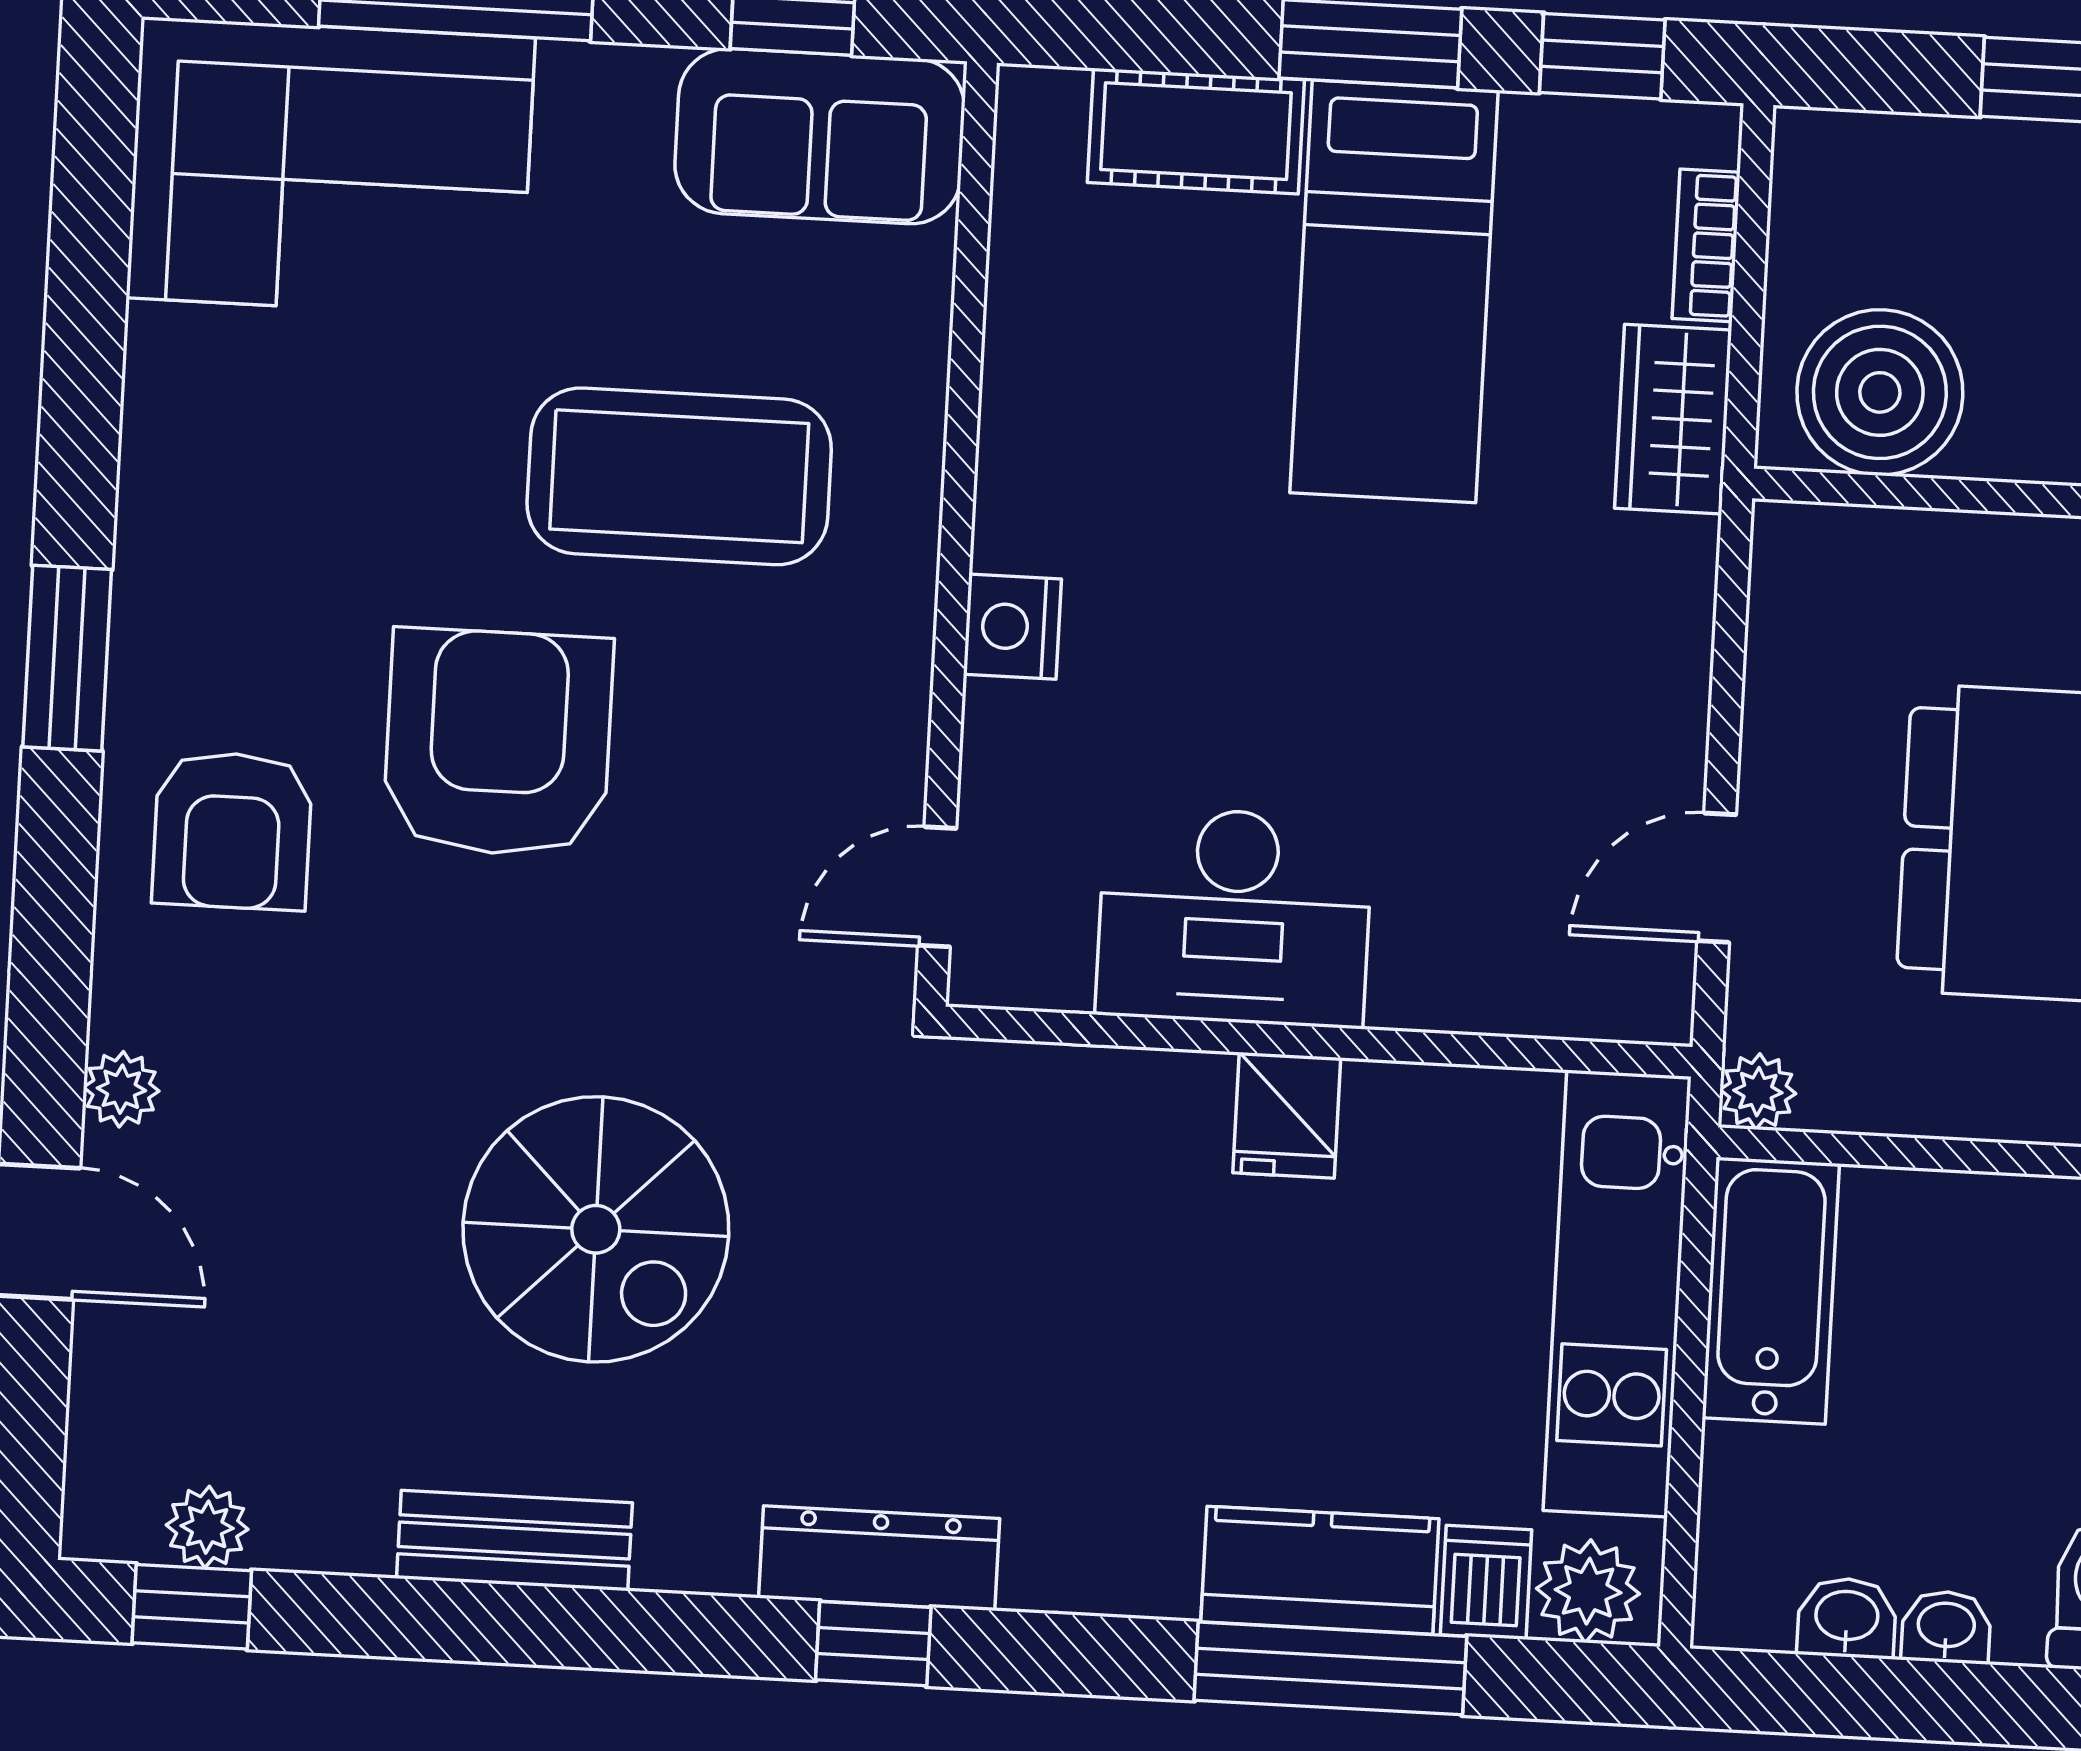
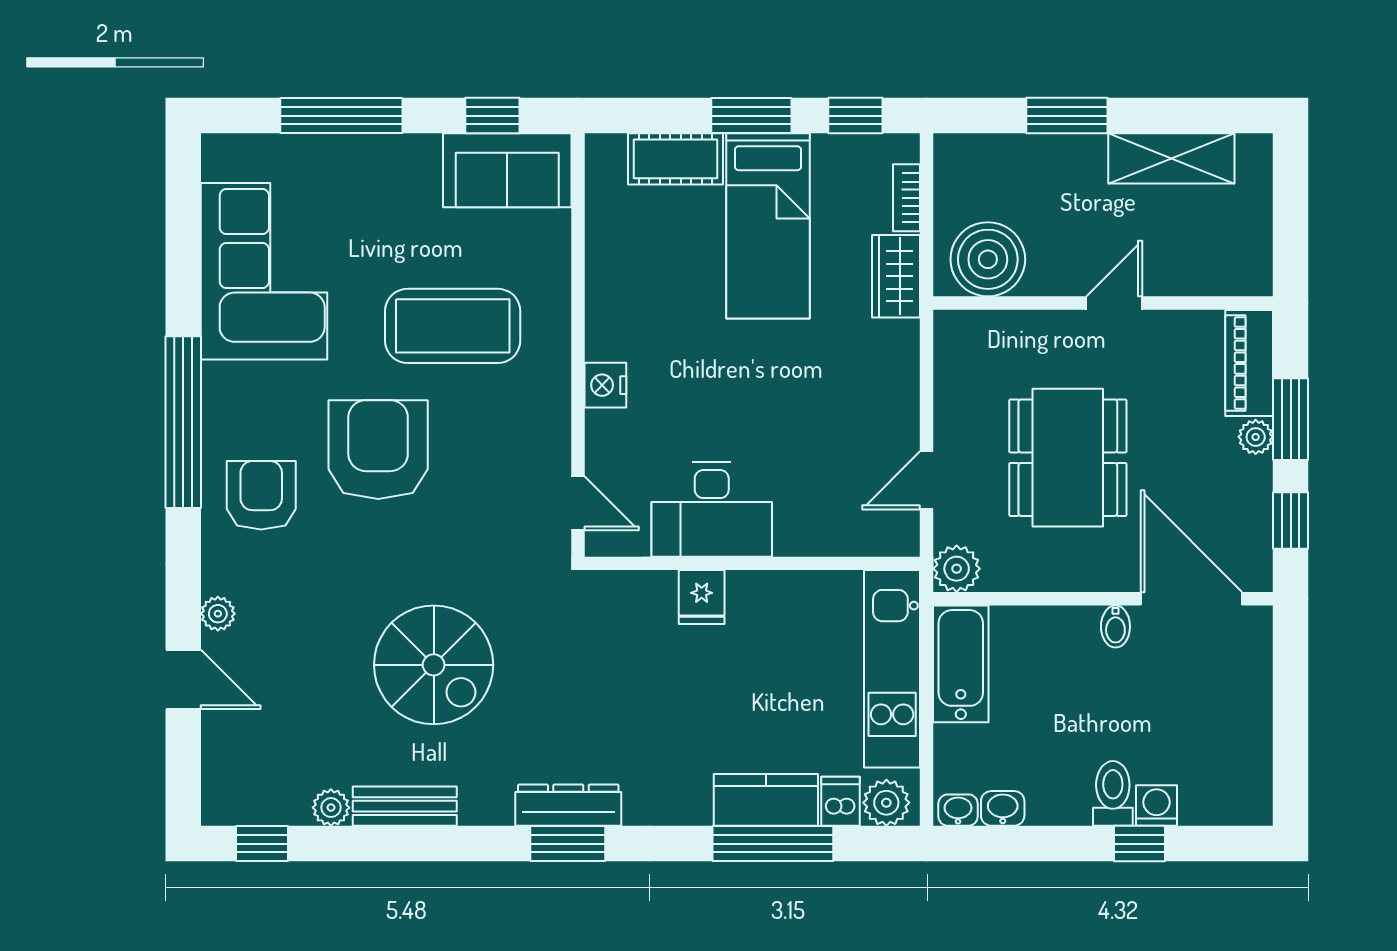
corner sofa: (331, 168) -> (264, 271), moved, turned -90
window: (67, 658) -> (183, 422), width x2.11
armchair: (232, 831) -> (261, 495), turned 180
door: (937, 887) -> (578, 503), swing flipped
plant: (1758, 1092) -> (957, 569), width x1.38, depth x1.38
fridge: (1287, 1115) -> (702, 597), moved
plant: (207, 1527) -> (331, 808), moved
washbasin: (1946, 1627) -> (958, 810), moved
window: (873, 1644) -> (568, 844), width x1.50

